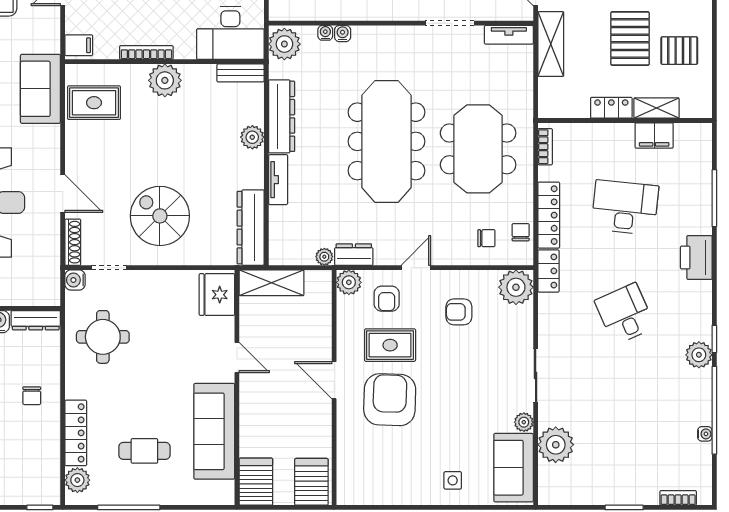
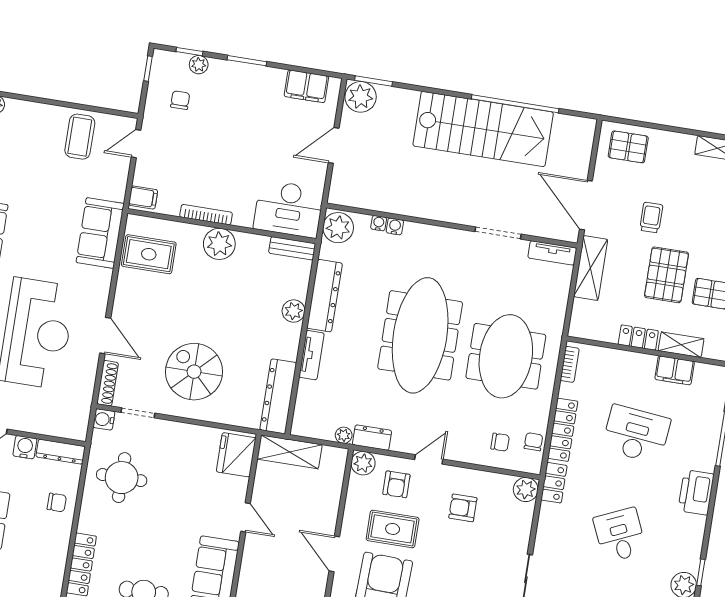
plant: (516, 287) -> (526, 489), width x0.73, depth x0.73
chair: (32, 396) -> (57, 502), moved, turned -90

